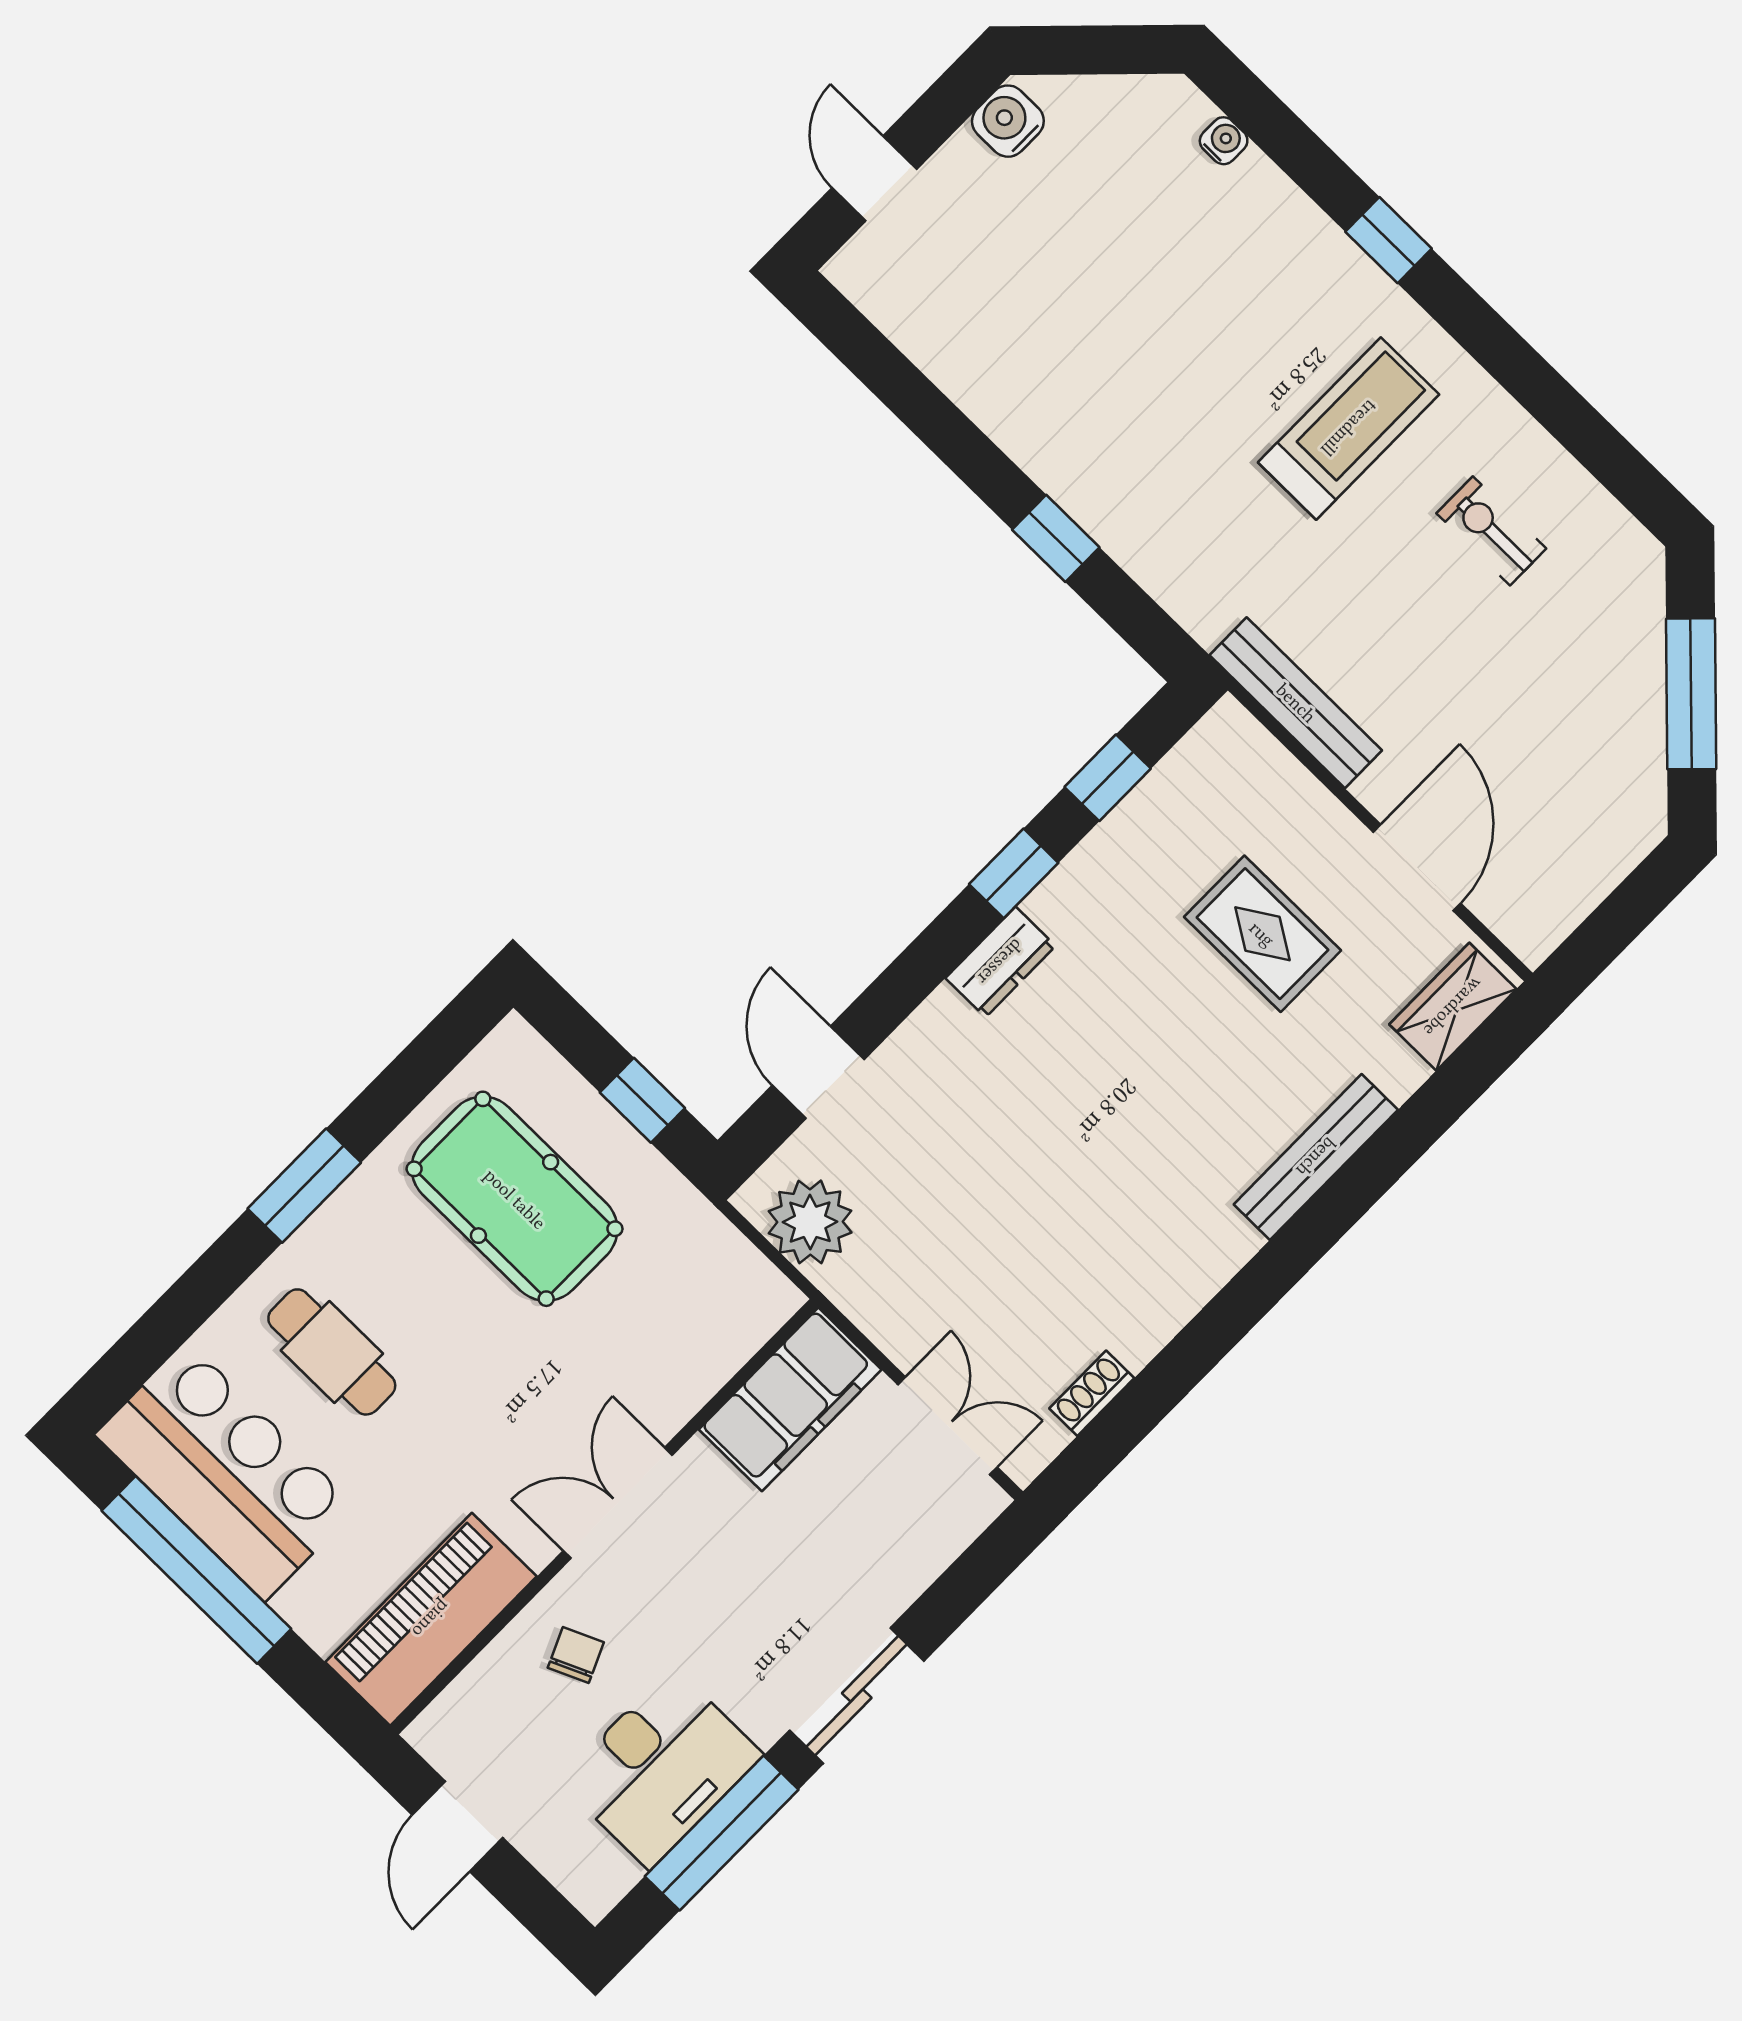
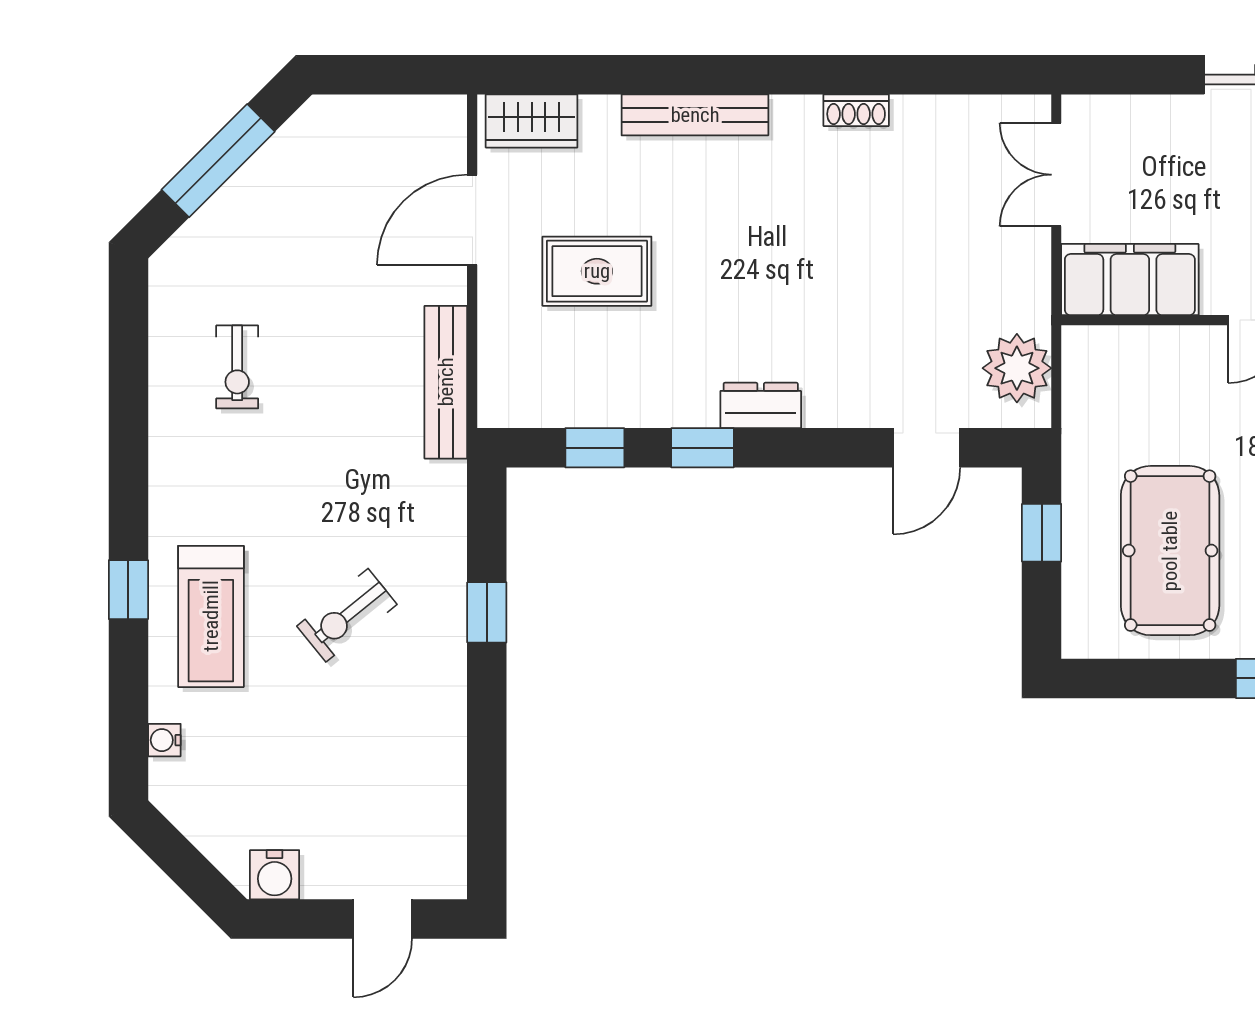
exercise bike: (1175, 412) -> (347, 615), added
treadmill: (1349, 428) -> (211, 616), moved, turned -90
rug: (1262, 934) -> (597, 271), turned 90
shoe rack: (1092, 1393) -> (856, 110), moved

